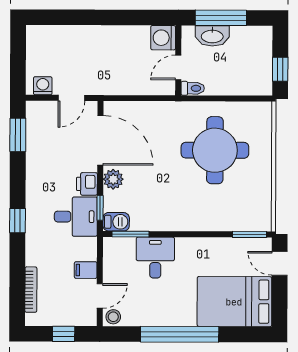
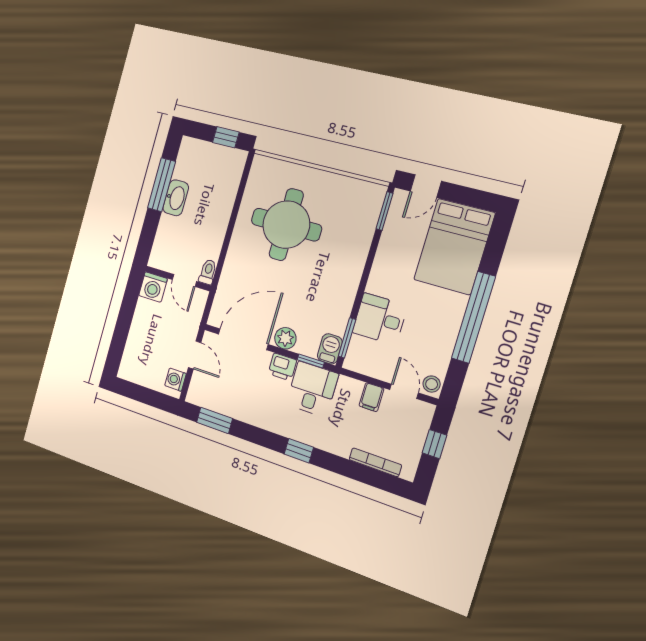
washing machine: (163, 38) -> (153, 287), moved
wall: (178, 60) -> (178, 278), moved
door: (178, 67) -> (184, 280), moved
toilet: (193, 88) -> (208, 272), moved

